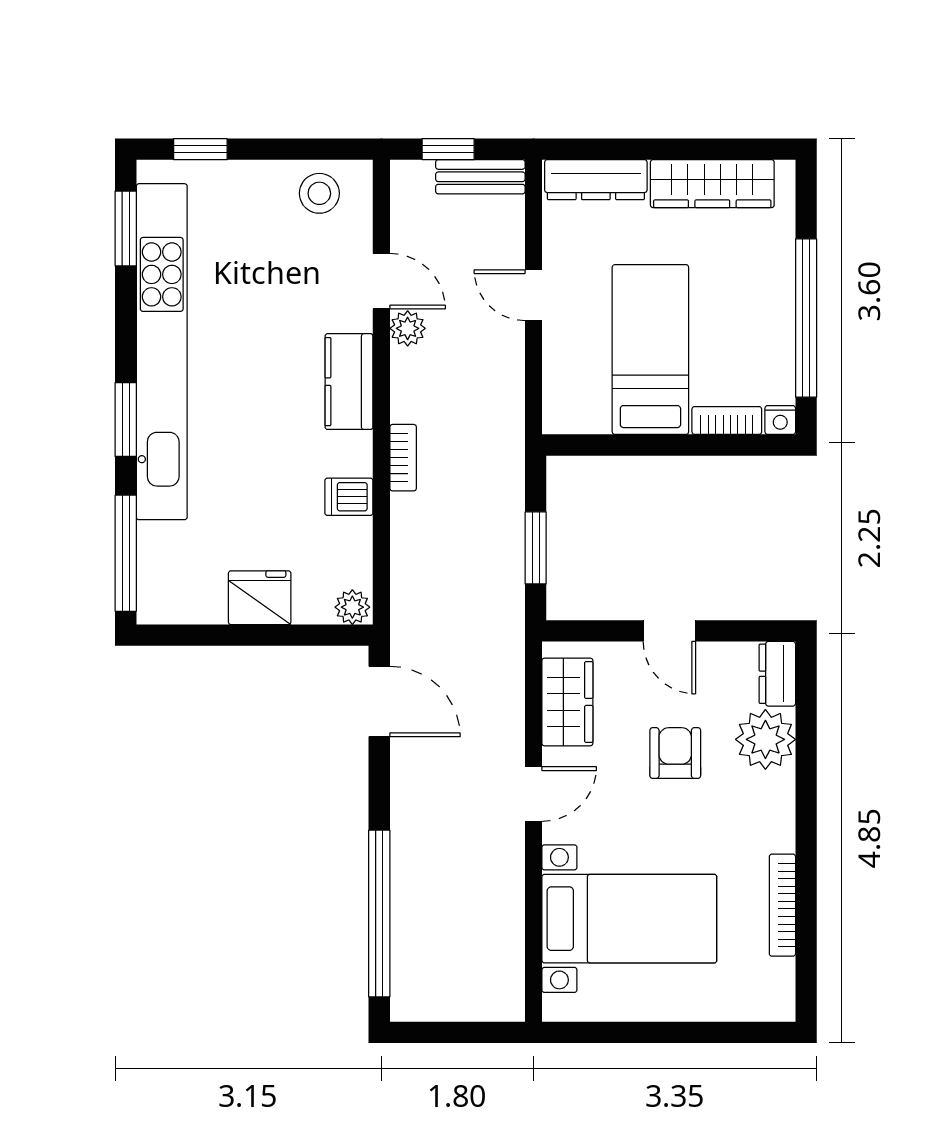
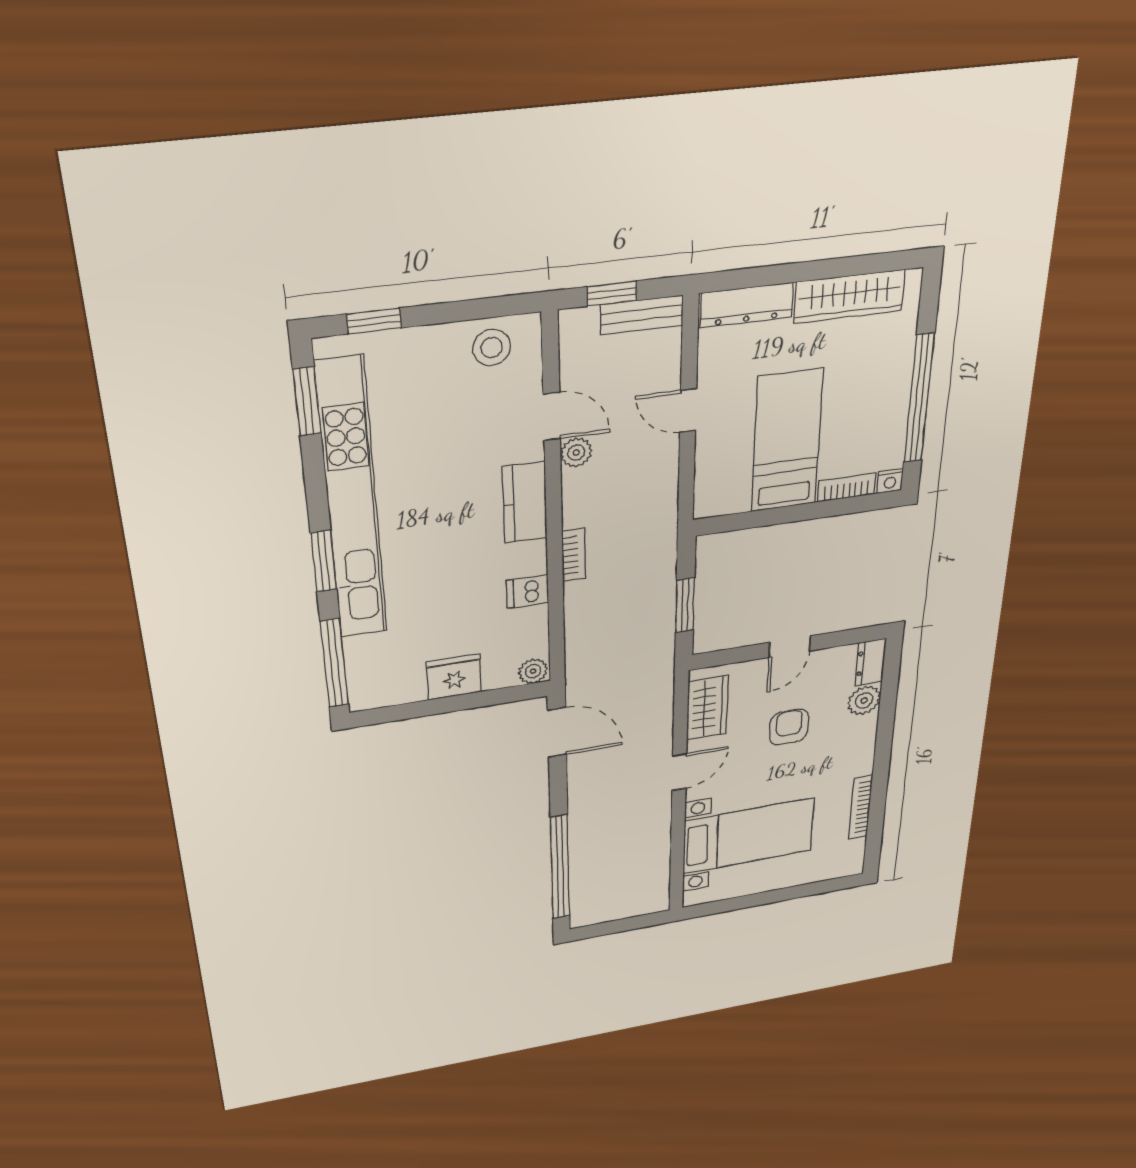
door: (669, 631) -> (790, 647), hinge flipped
plant: (765, 739) -> (864, 701), width x0.73, depth x0.73

